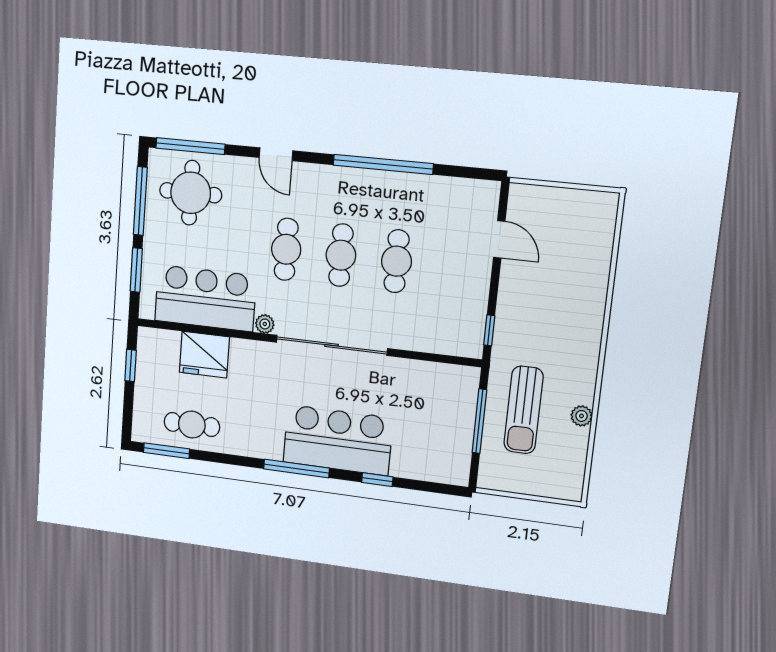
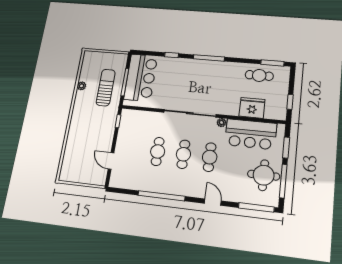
round table: (191, 193) -> (264, 175), moved
bar counter: (338, 440) -> (141, 78), moved, turned -90

